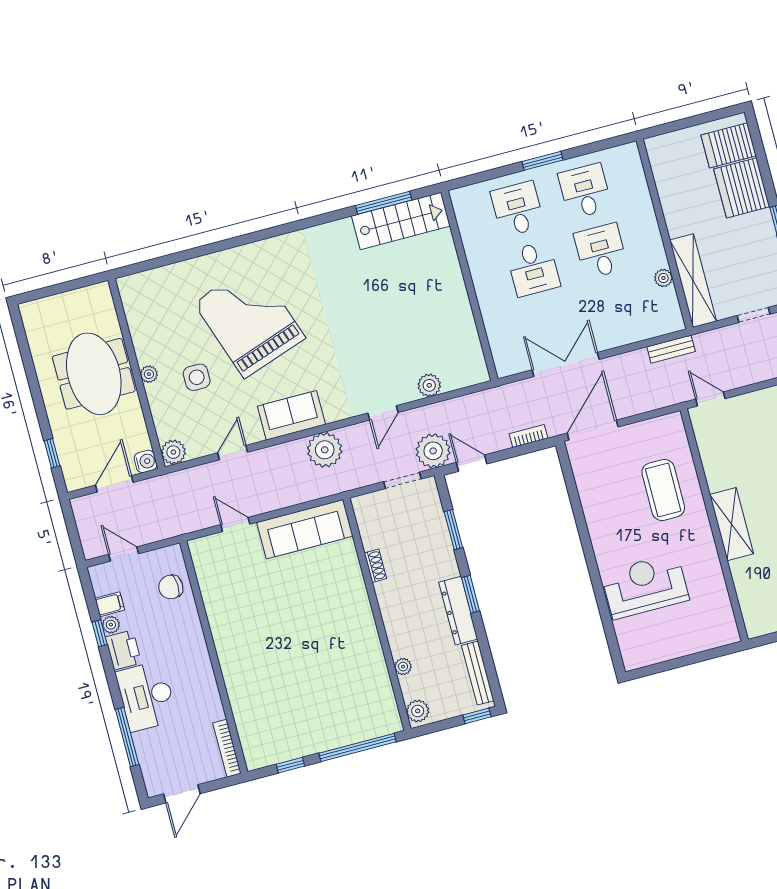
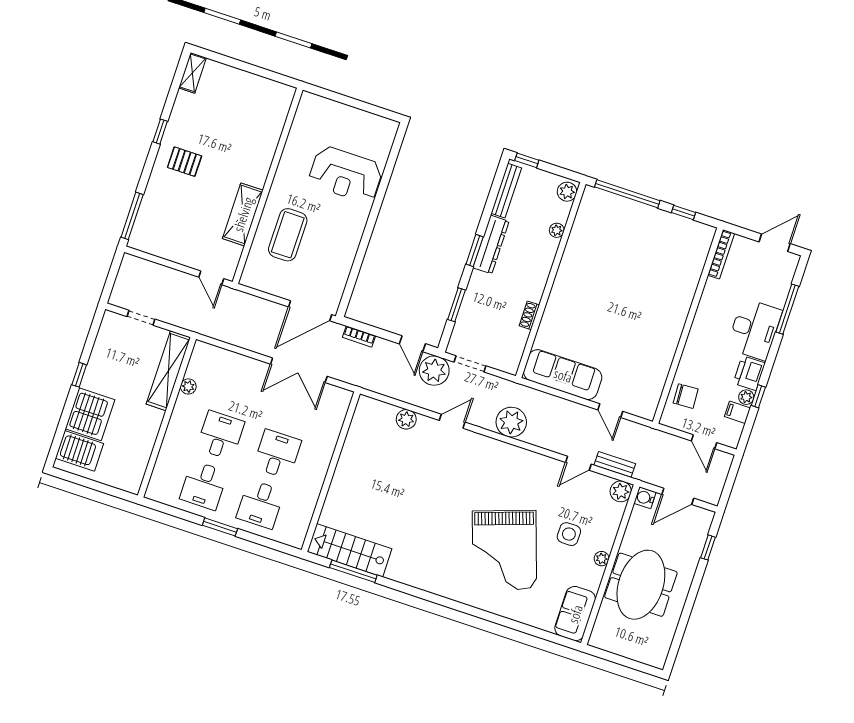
desk: (601, 251) -> (220, 435), turned 180
bench: (671, 349) -> (615, 465), moved
sofa: (291, 415) -> (575, 614), moved, turned 90
shelving: (732, 524) -> (243, 214), moved

